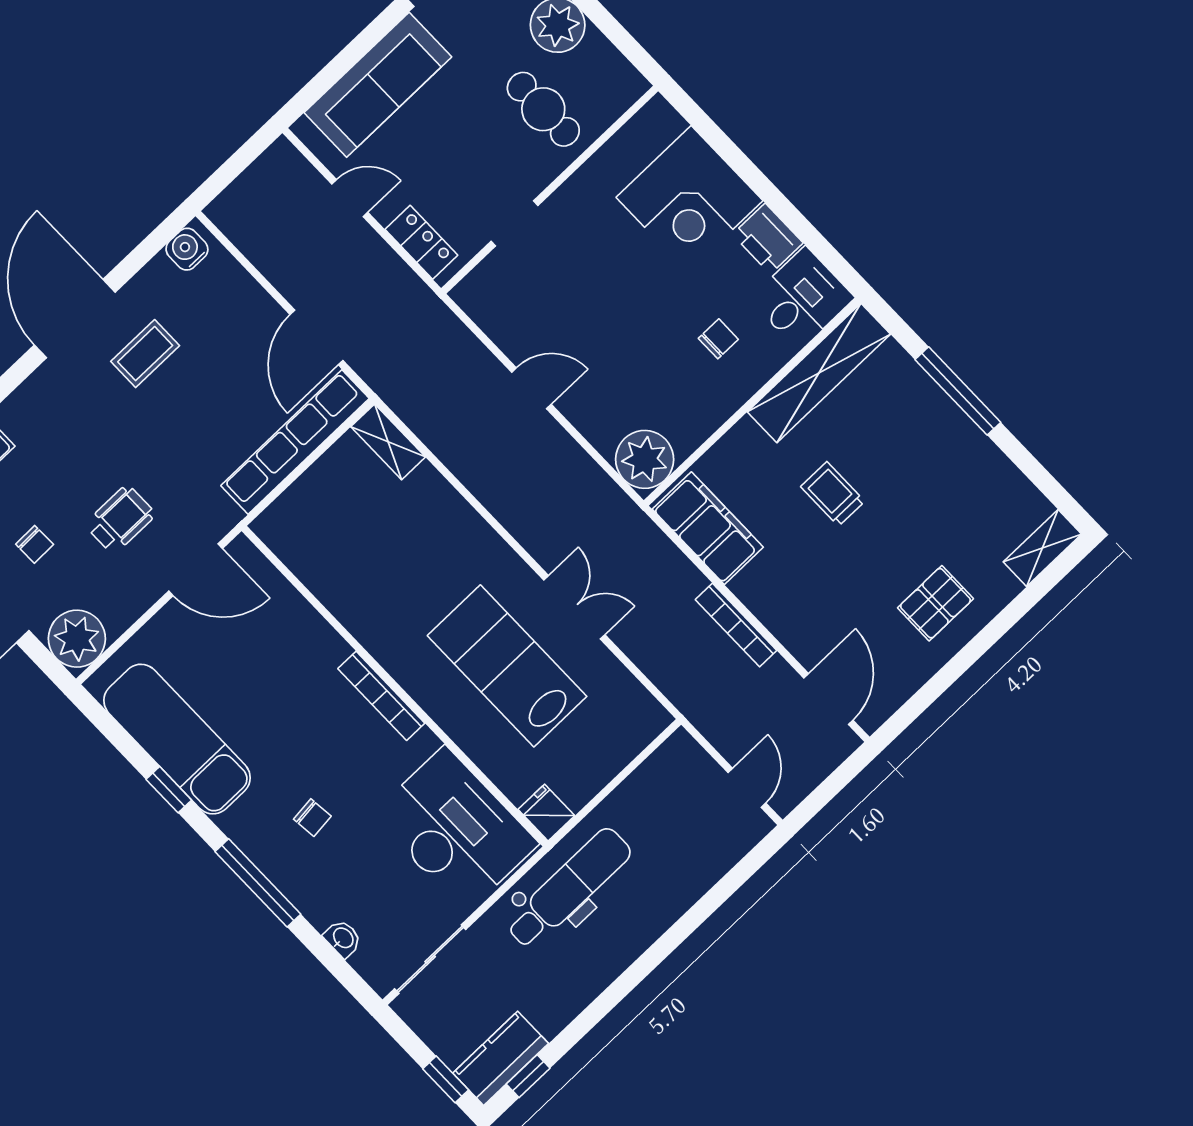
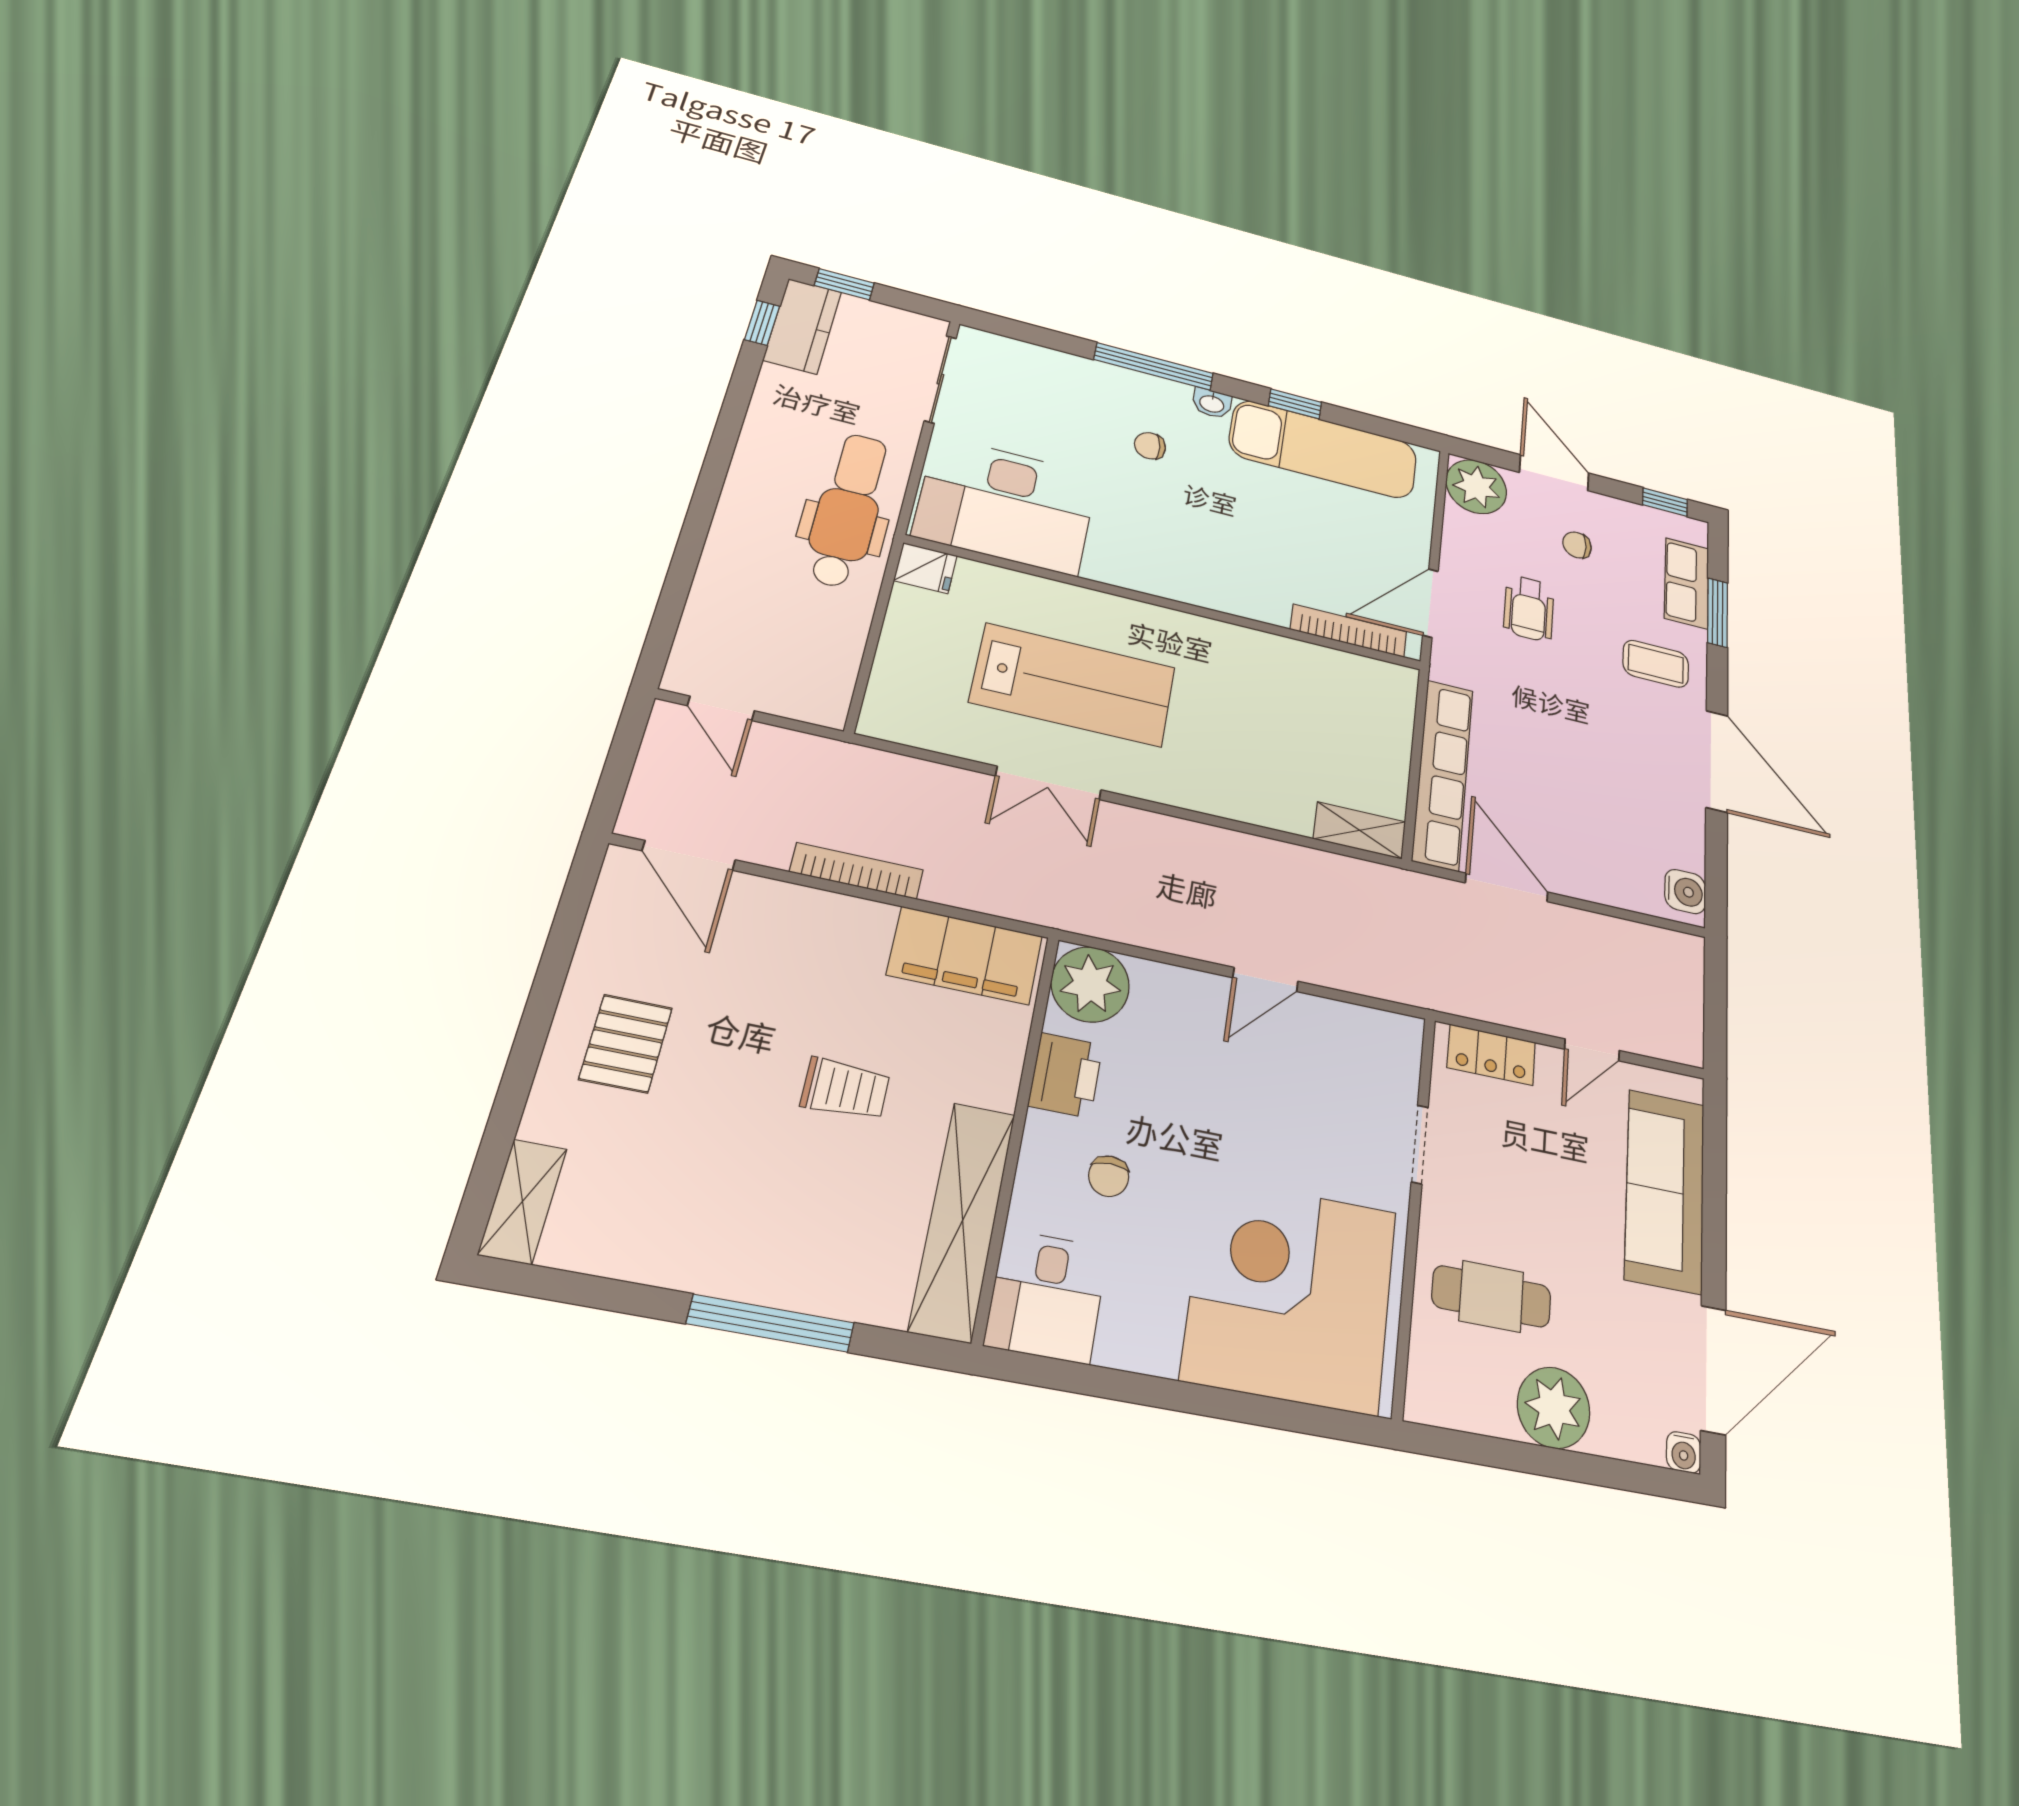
corner desk: (689, 199) -> (1291, 1294), width x1.36, depth x1.36
printer: (768, 239) -> (1066, 1075), moved, turned 90
coffee table: (145, 354) -> (1656, 664), moved, turned 90
bookcase: (381, 696) -> (1349, 631), moved
dental chair: (569, 888) -> (848, 510), turned 180
washbasin: (343, 938) -> (1212, 403), moved

